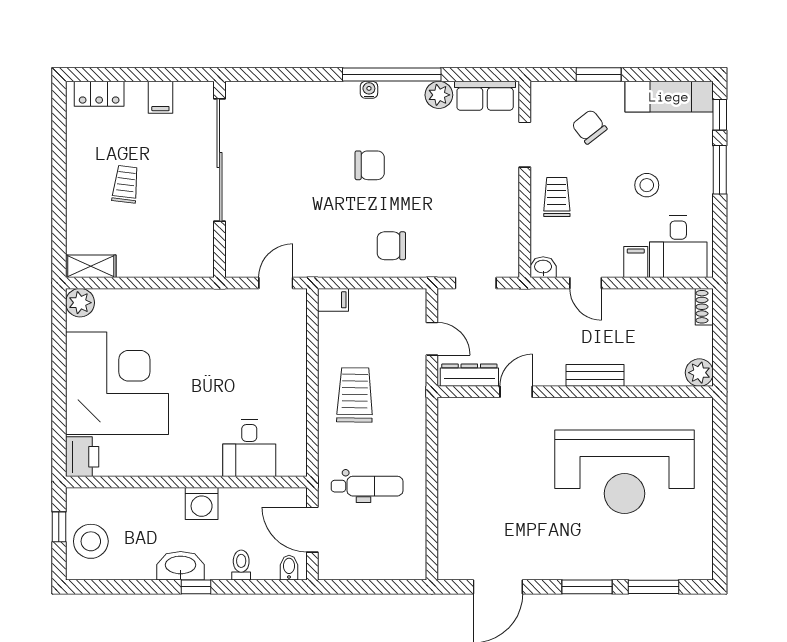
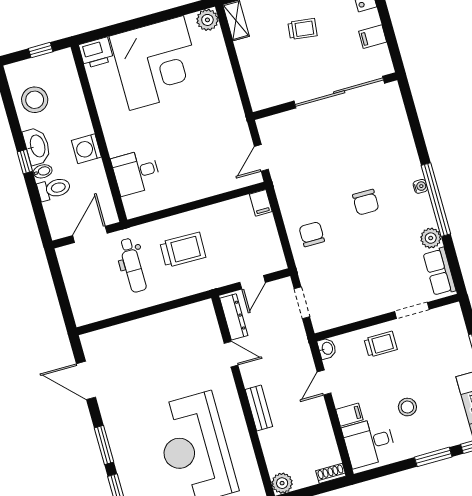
chair: (589, 127) -> (438, 354), removed
door: (276, 283) -> (261, 158), swing flipped
trolley: (355, 395) -> (183, 250), moved
stool: (91, 541) -> (35, 100), moved
toilet: (241, 565) -> (54, 189), width x1.37, depth x1.39
bidet: (289, 568) -> (43, 171), moved

